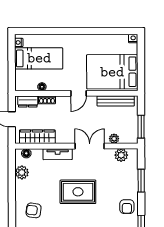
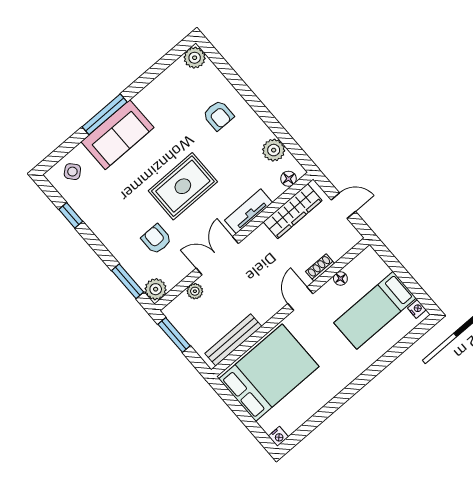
door: (79, 93) -> (300, 299), moved
dresser: (28, 102) -> (342, 245), removed
double door: (90, 146) -> (217, 256), swing flipped
plant: (121, 155) -> (156, 289), moved
window: (141, 181) -> (128, 281), moved
armchair: (127, 207) -> (156, 239), moved
armchair: (34, 210) -> (218, 115), turned 82

